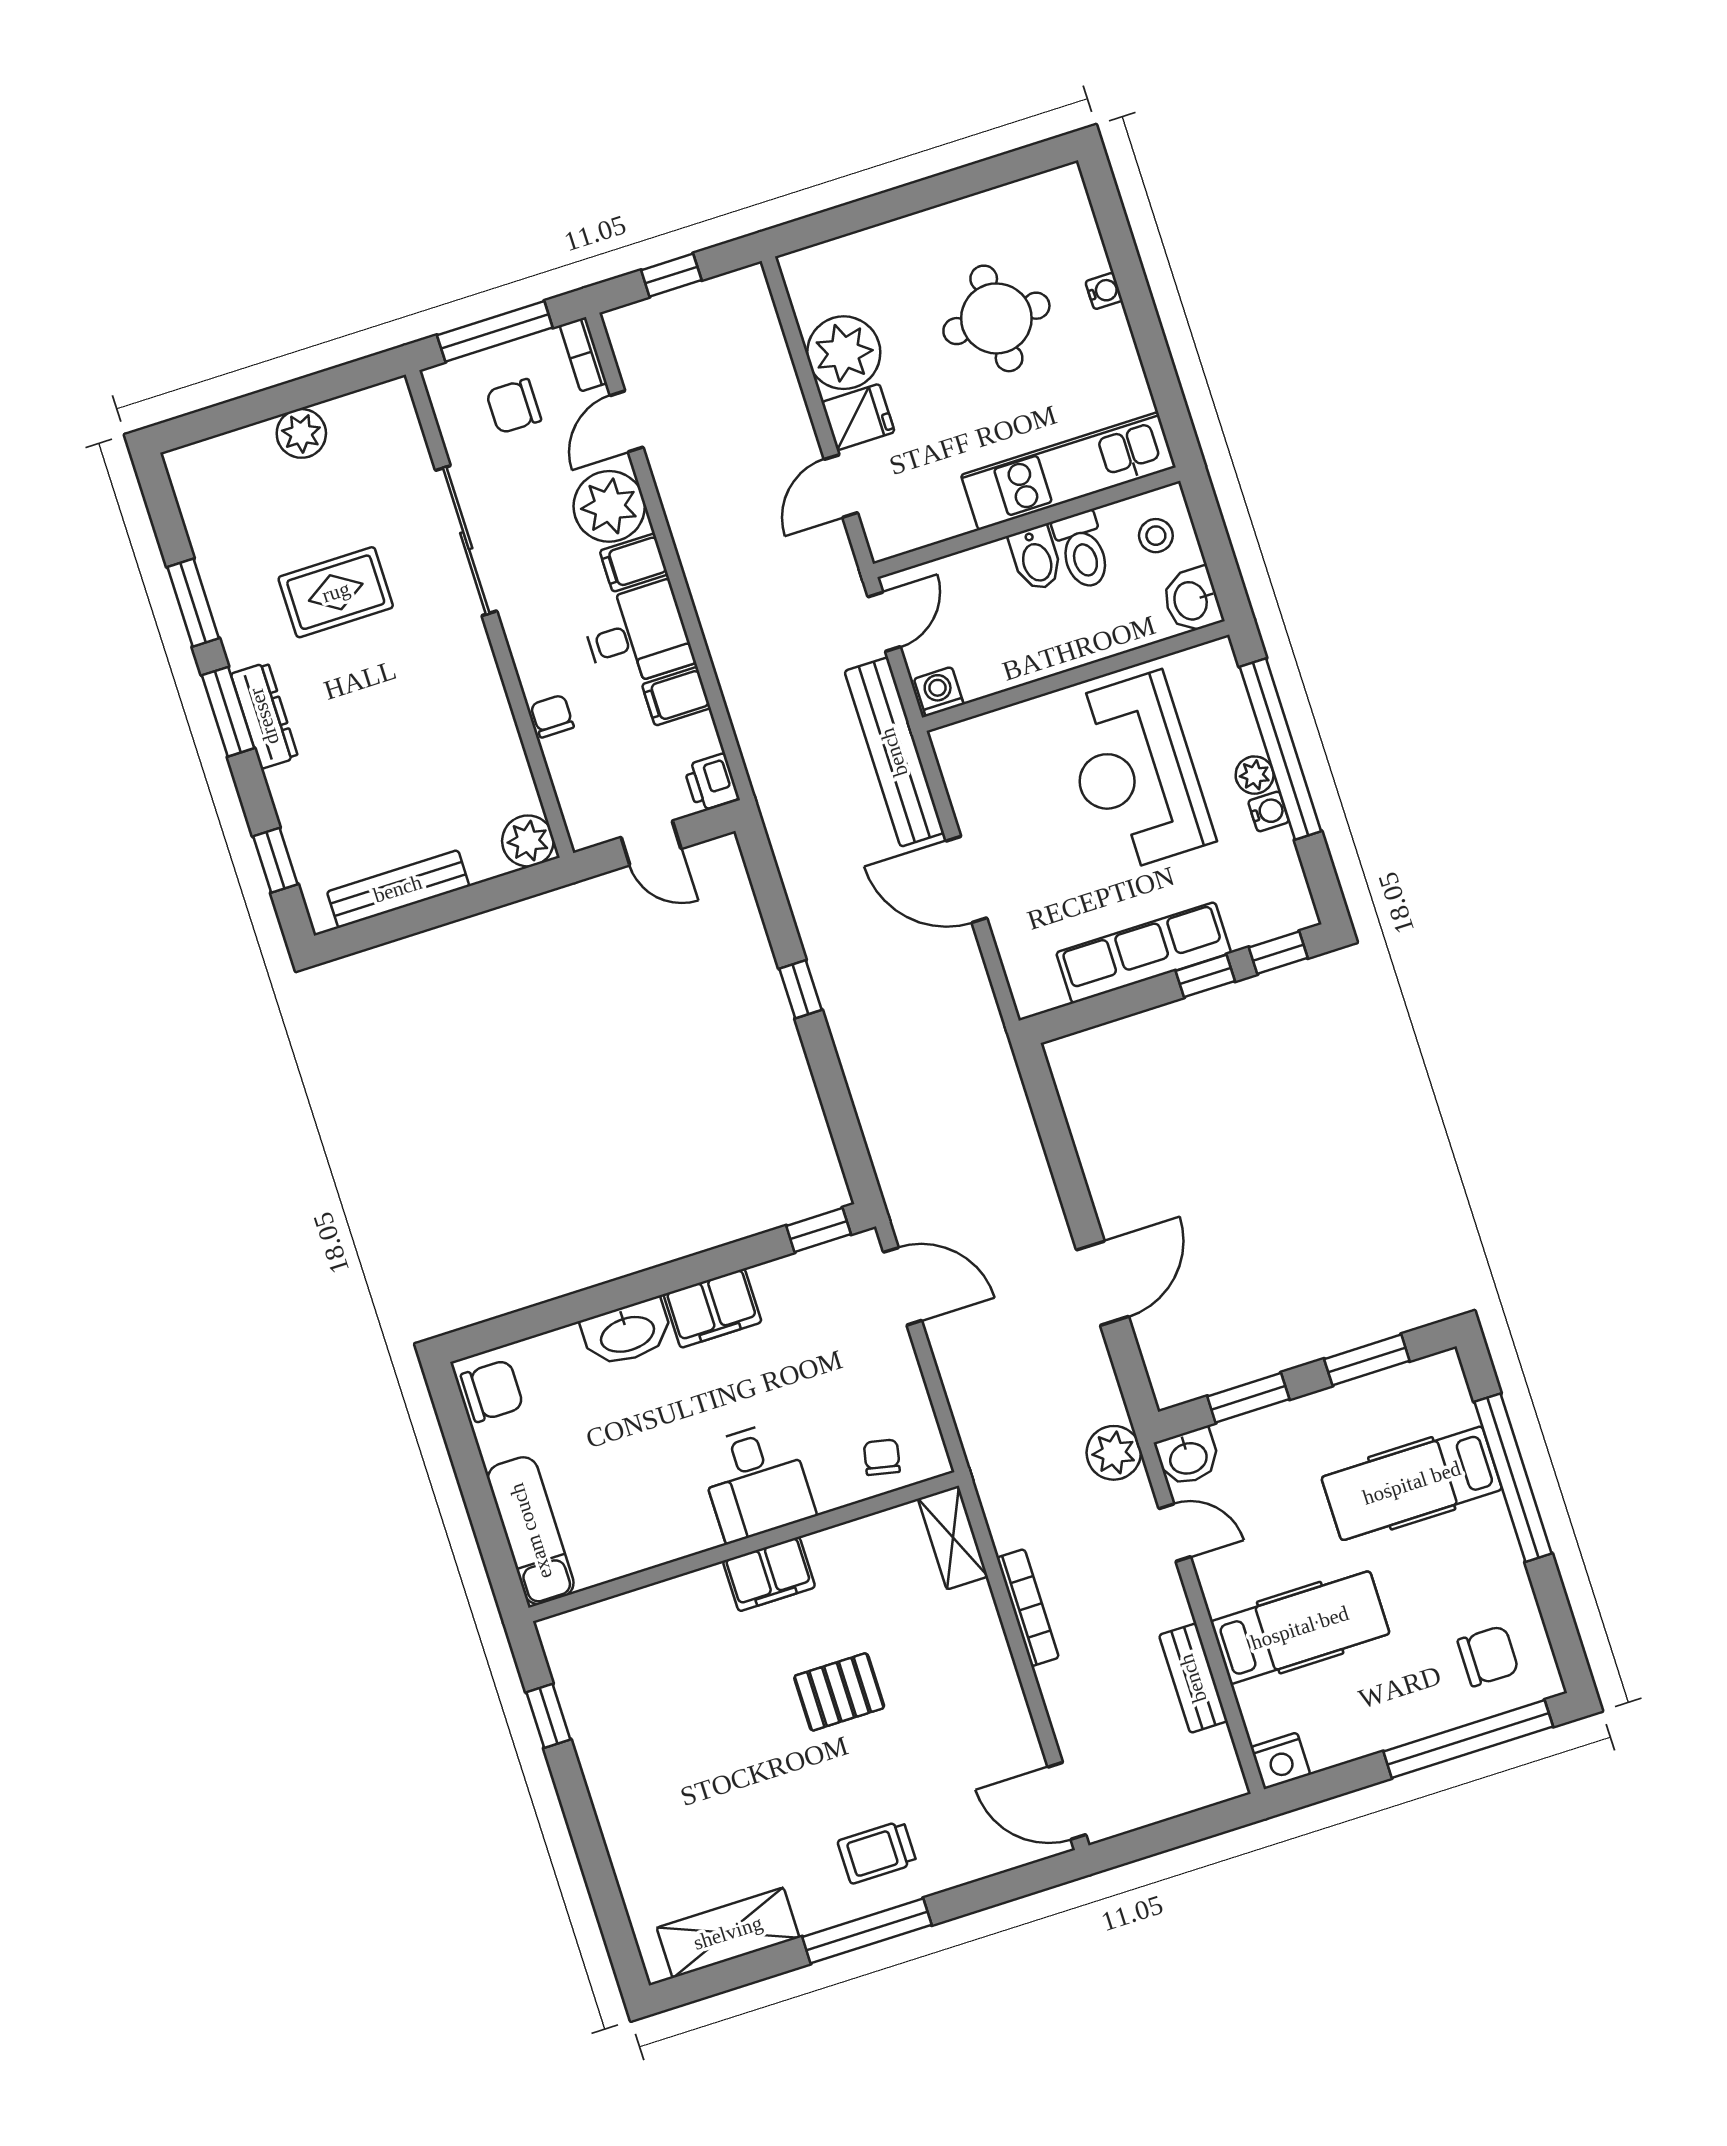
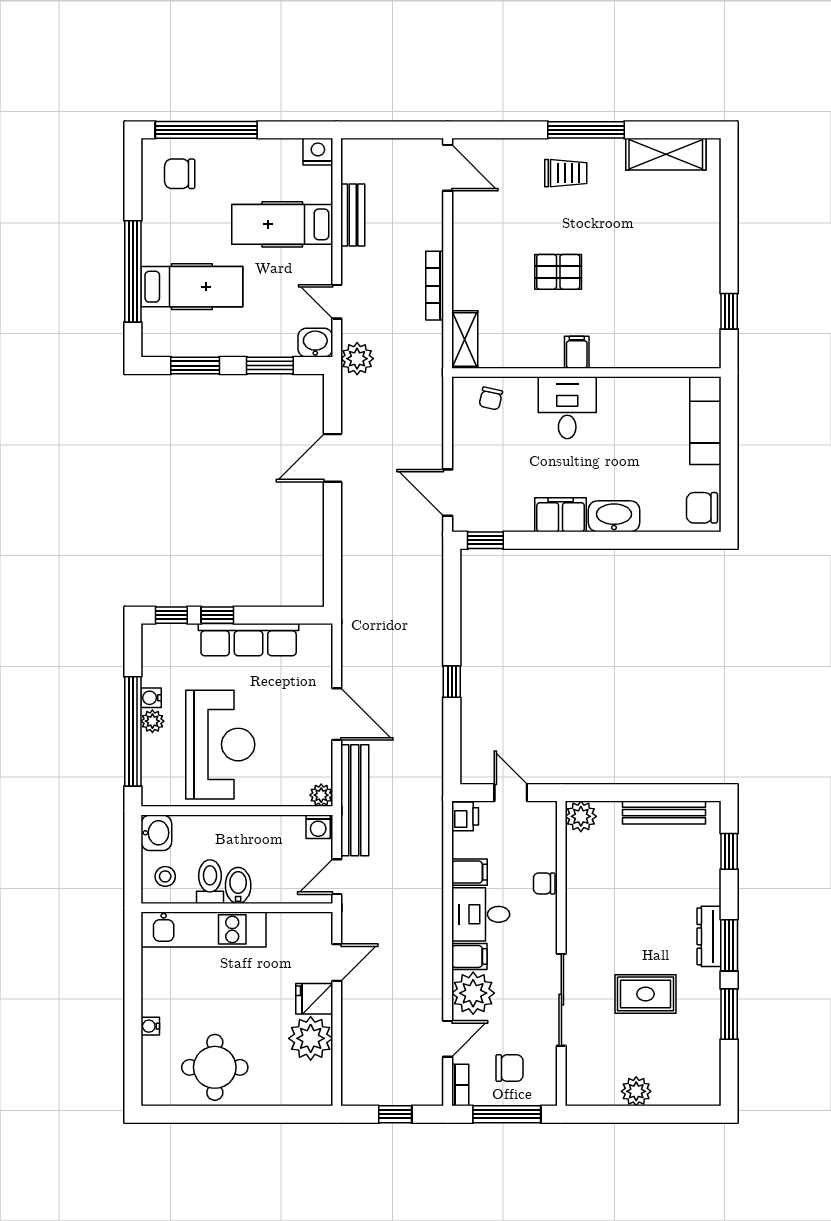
round table: (996, 318) -> (215, 1067), moved
chair: (552, 716) -> (544, 883), turned 90
plant: (950, 743) -> (321, 795), added
filing cabinet: (769, 1574) -> (577, 352), width x0.50

